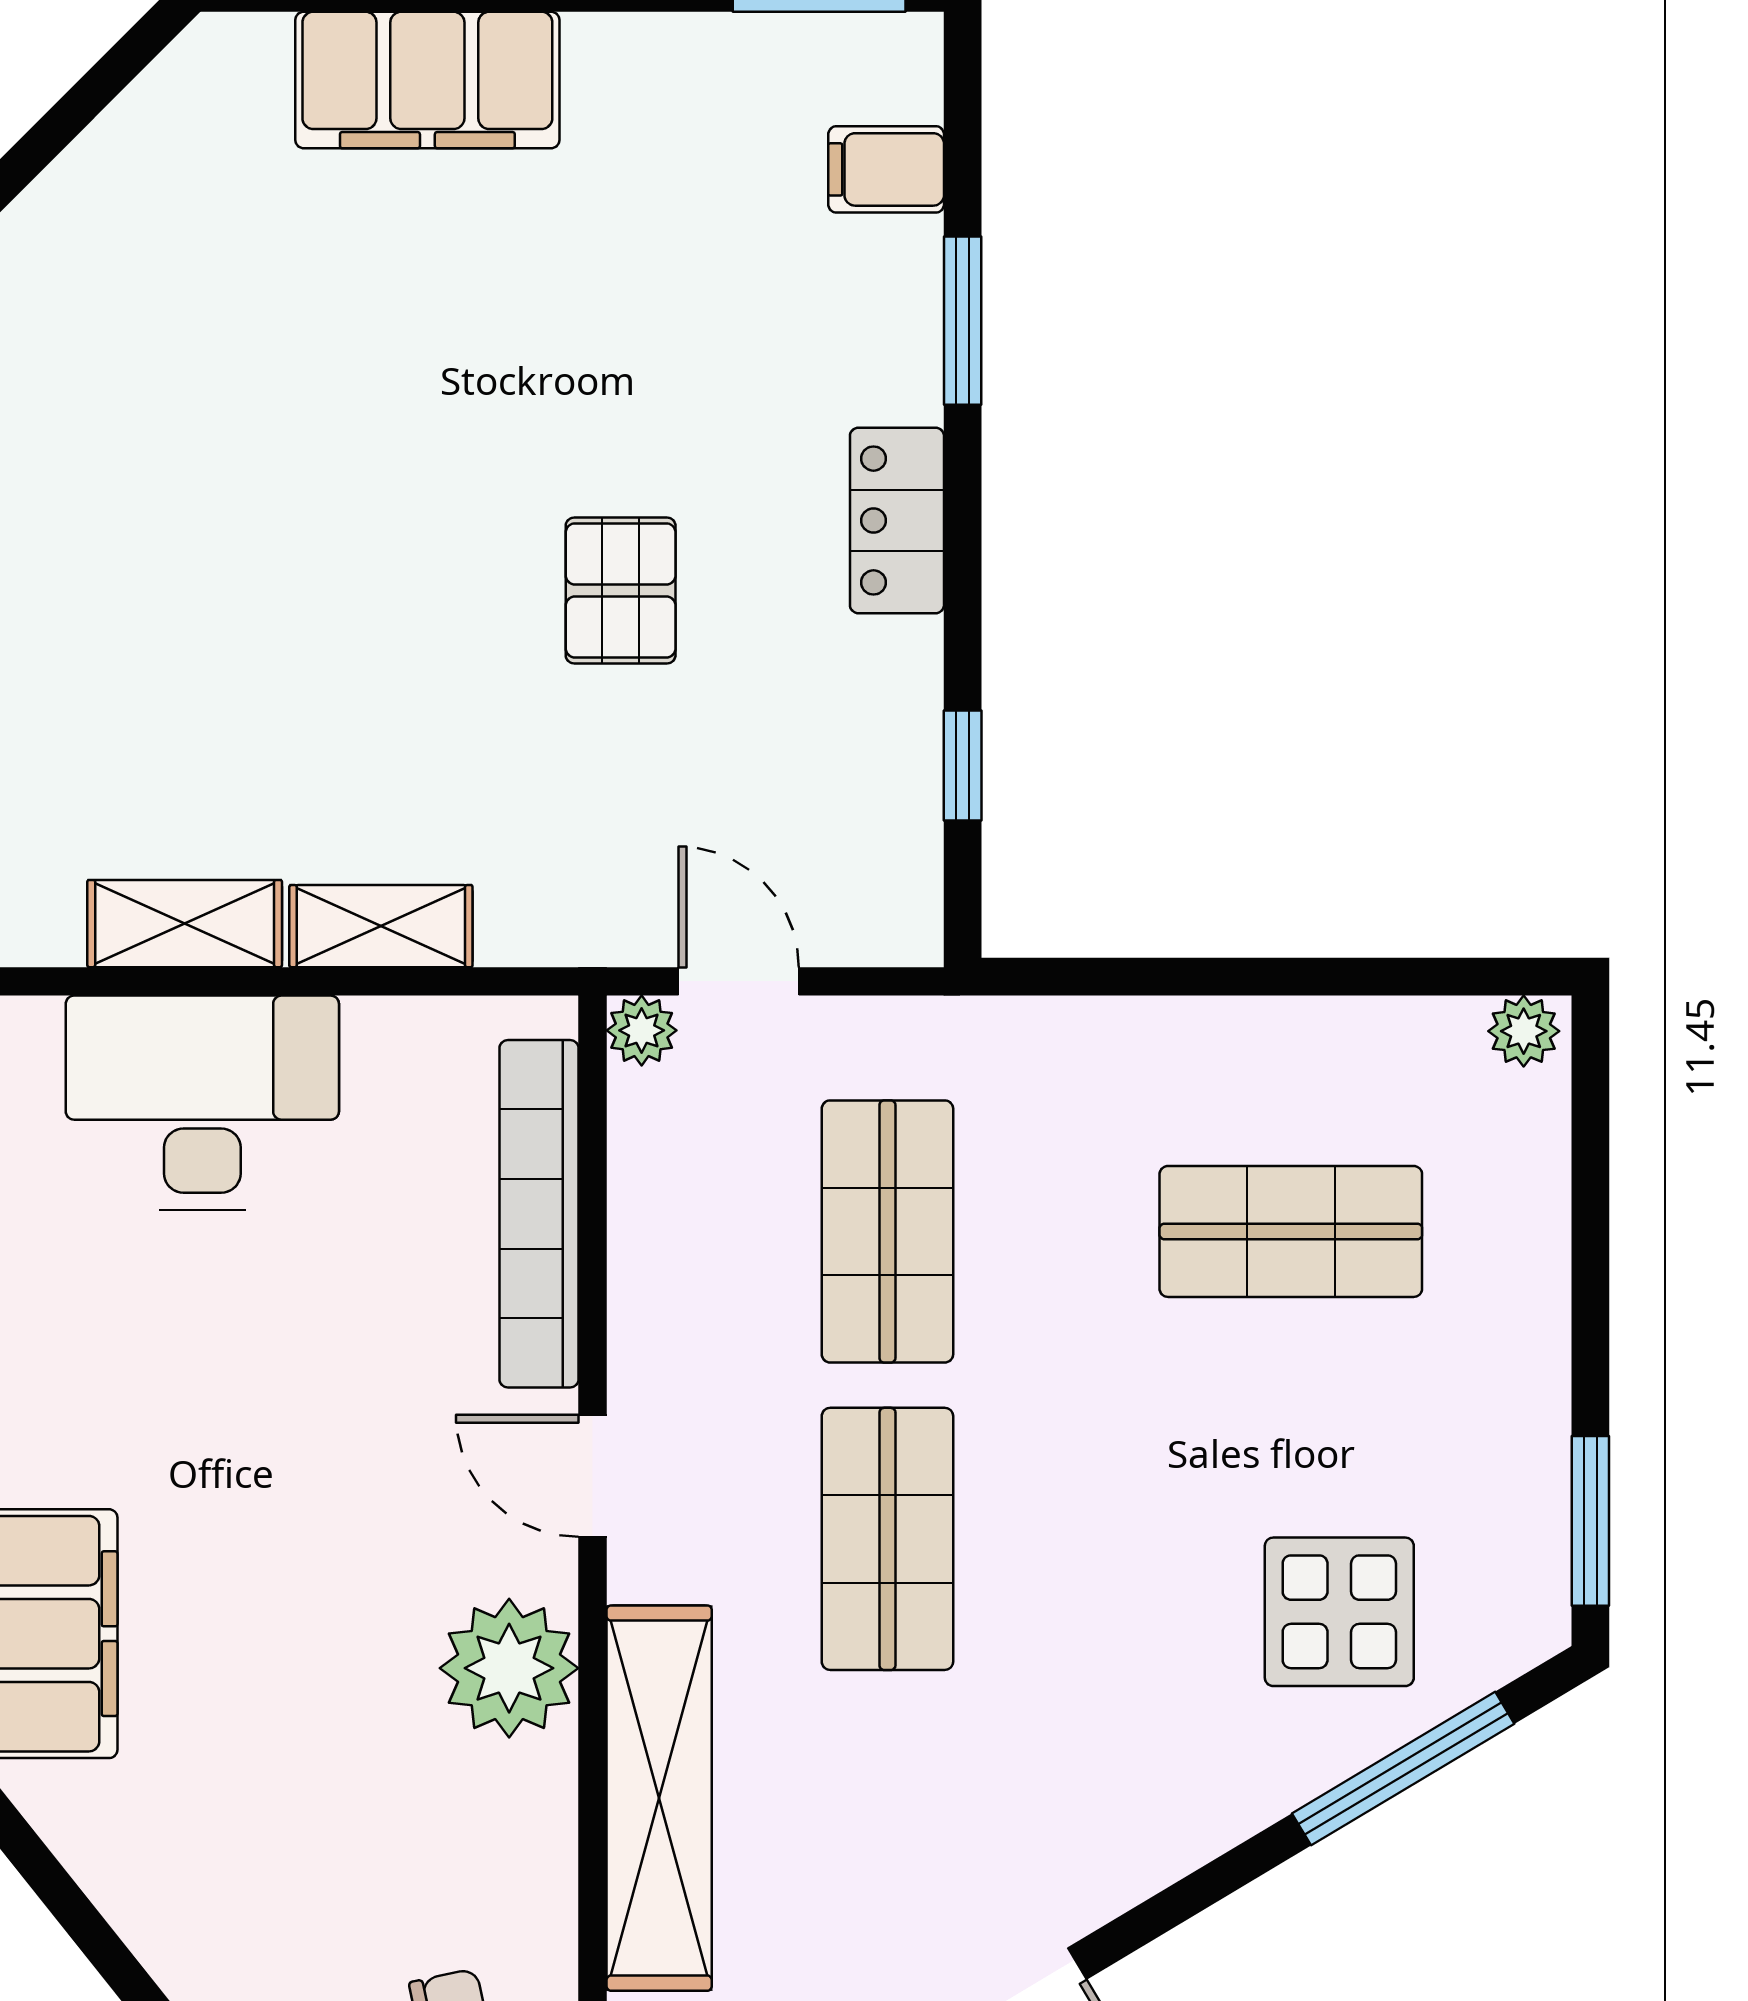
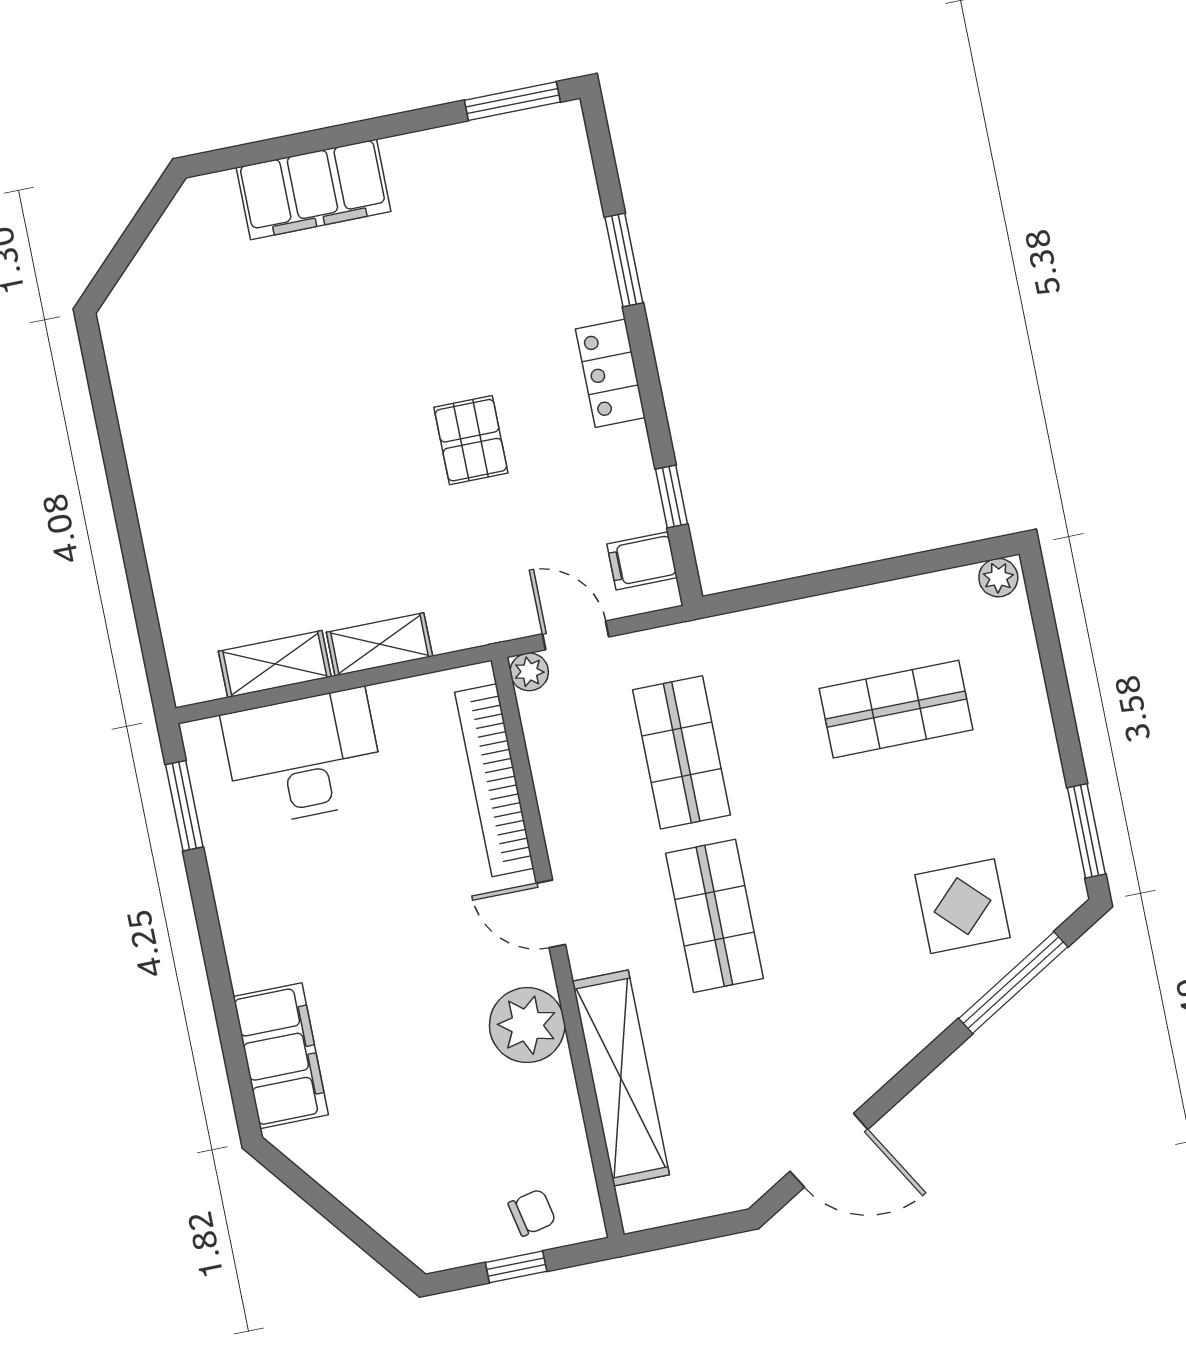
filing cabinet: (886, 169) -> (642, 561), moved

